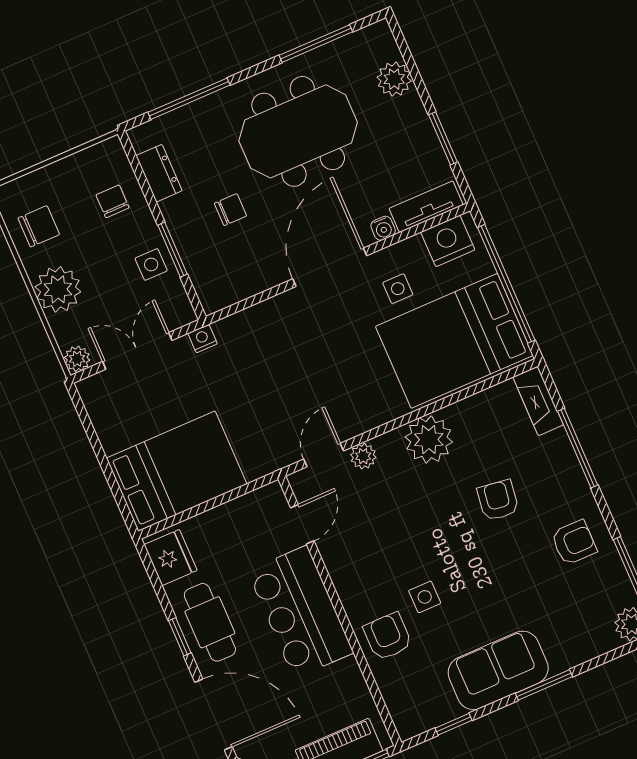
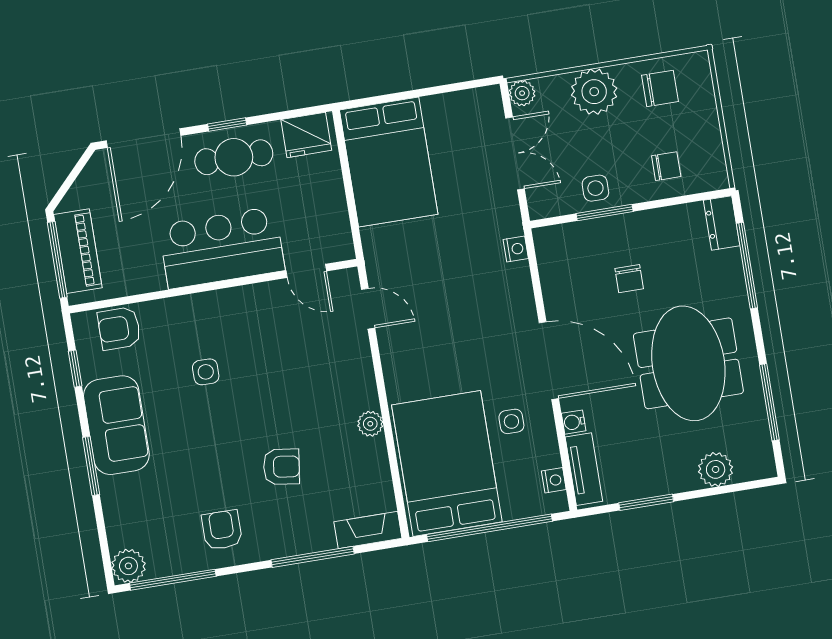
dresser: (159, 173) -> (722, 223), moved, turned 90
chair: (39, 226) -> (660, 88), turned -90
nightstand: (448, 241) -> (554, 480), width x0.53, depth x0.56
nightstand: (203, 339) -> (516, 249), moved
plant: (429, 440) -> (370, 424), width x0.53, depth x0.53
plant: (363, 456) -> (357, 347), removed
armchair: (574, 542) -> (222, 530), turned 180
armchair: (388, 636) -> (119, 328), moved, turned 180

